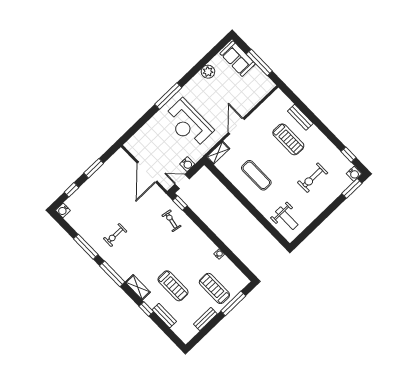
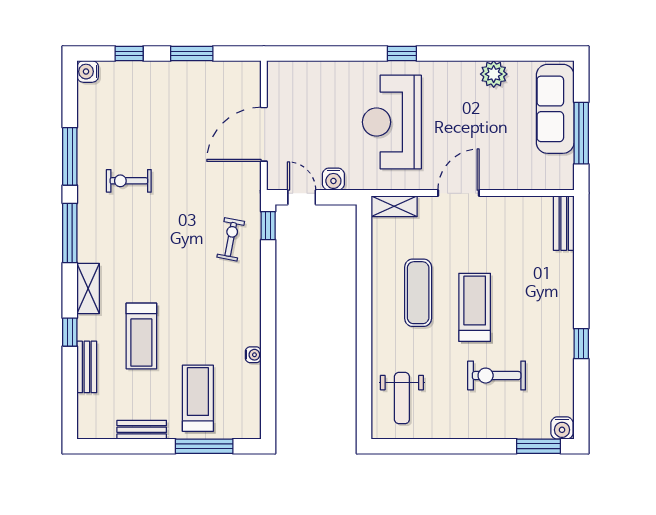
sofa: (238, 59) -> (555, 109), width x1.36
window: (168, 96) -> (402, 54), width x0.46
bench: (300, 117) -> (564, 223), moved
treadmill: (288, 139) -> (475, 307), moved, turned 180
window: (348, 155) -> (581, 344), moved

